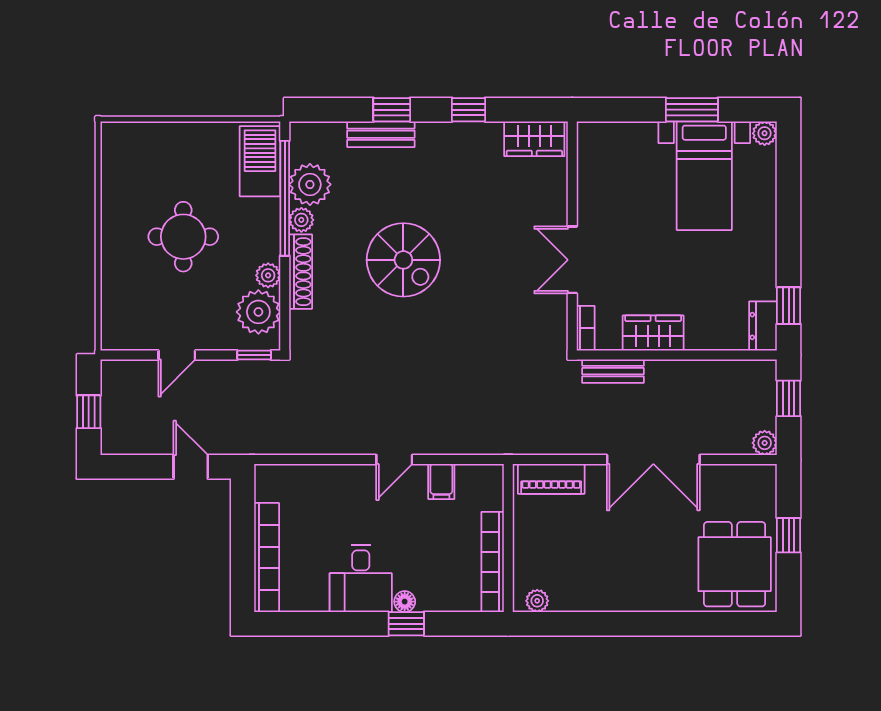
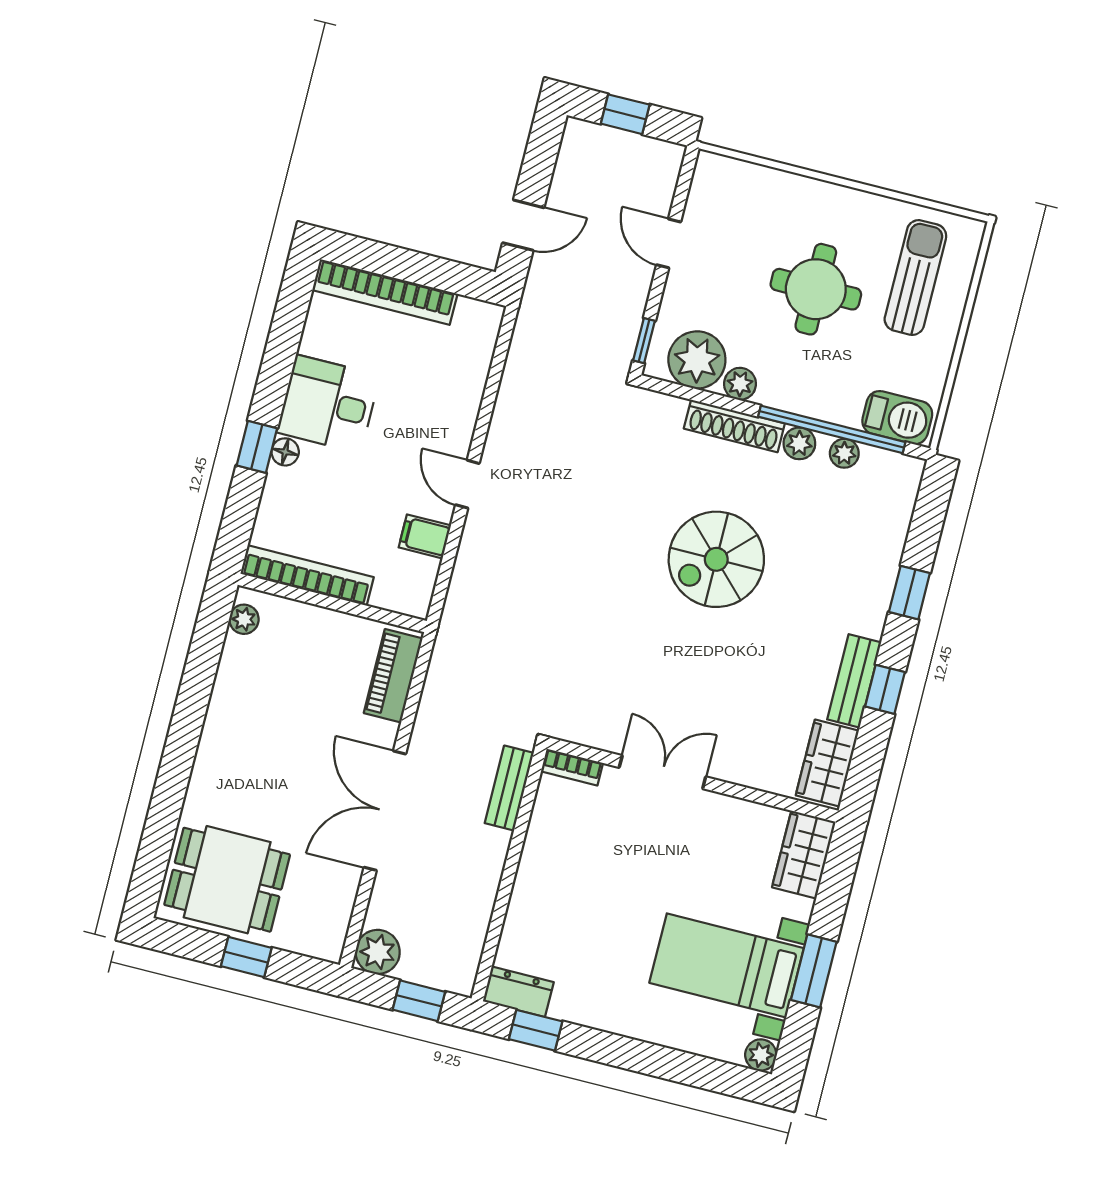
bench: (381, 134) -> (854, 681), moved
barbecue: (260, 161) -> (897, 418), width x0.73, depth x0.83
sun lounger: (156, 165) -> (915, 278), added
plant: (310, 184) -> (844, 453), width x0.53, depth x0.53
wardrobe: (653, 333) -> (804, 855), moved, turned 180
plant: (765, 443) -> (378, 952), width x1.38, depth x1.38

